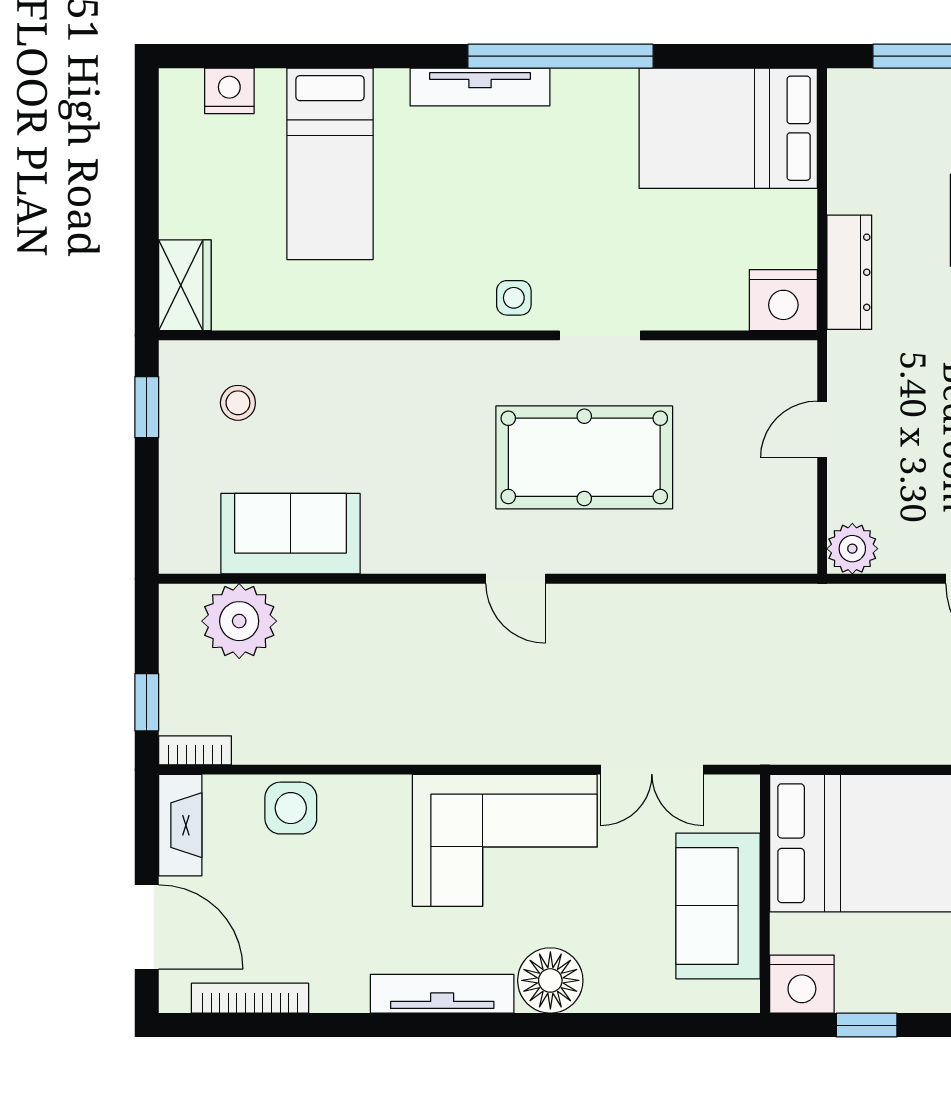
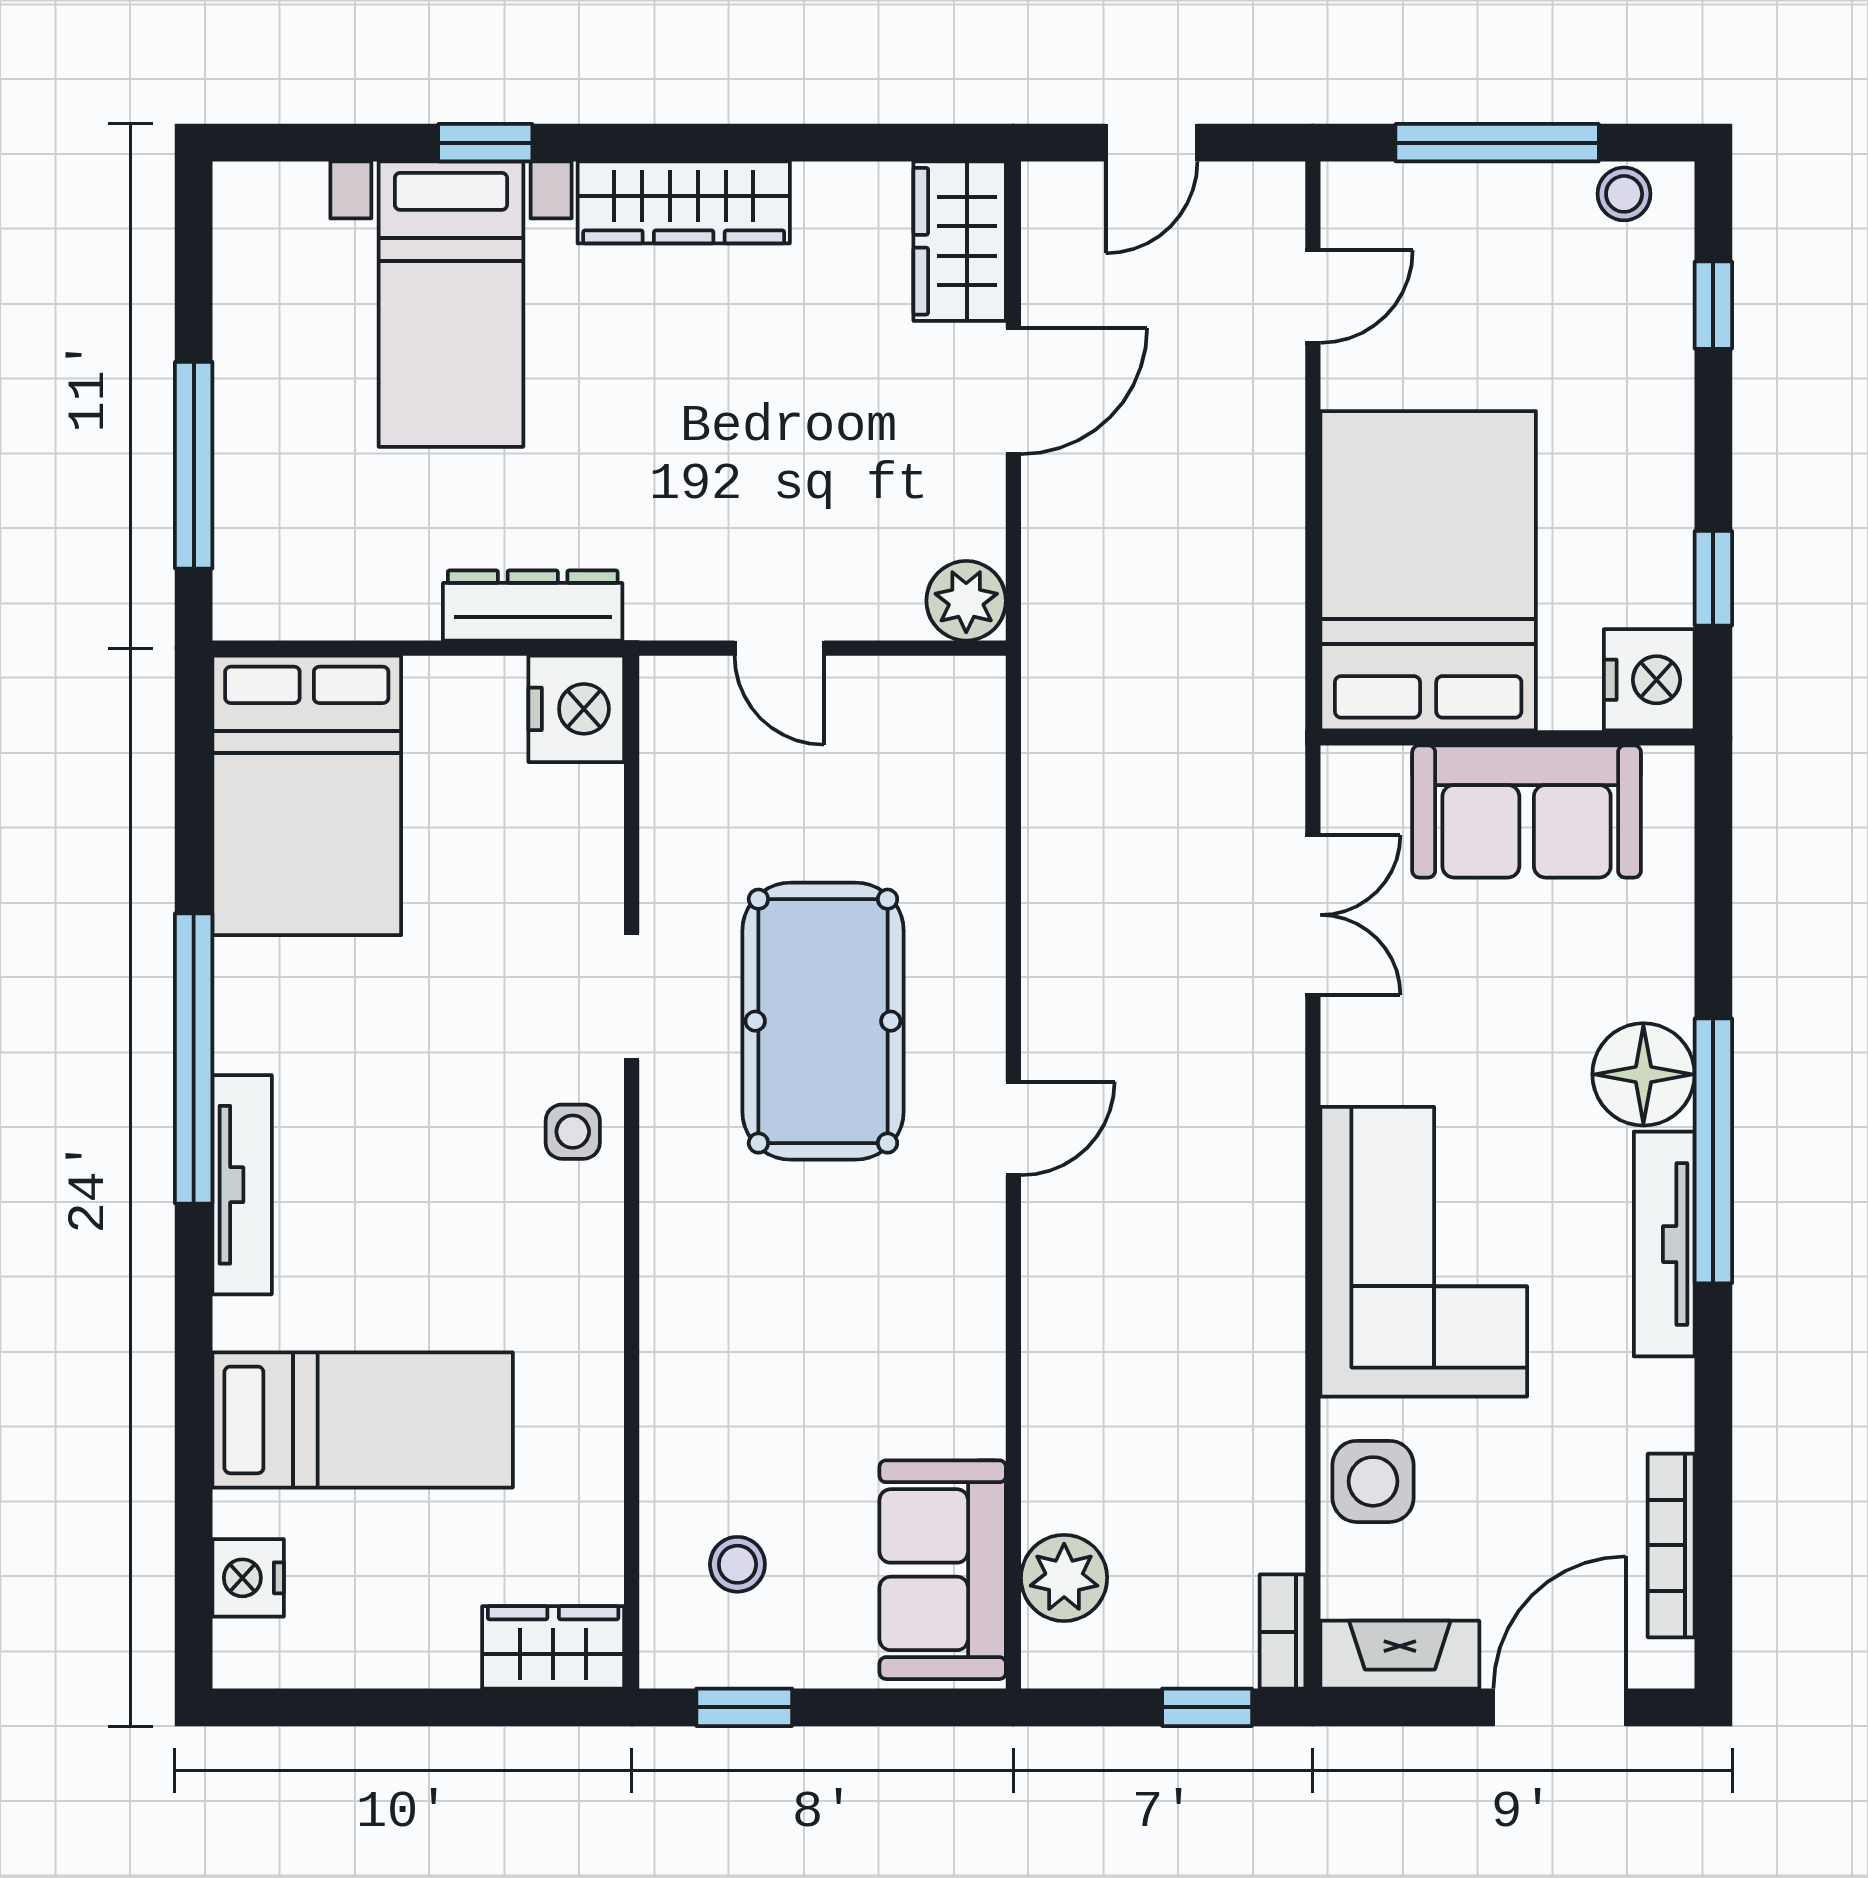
sofa: (291, 534) -> (943, 1570), moved
plant: (239, 621) -> (1064, 1578), width x0.73, depth x0.73
corner sofa: (505, 840) -> (1424, 1252), moved
window: (502, 1025) -> (1713, 1151), added

